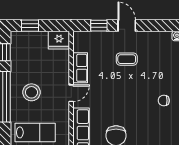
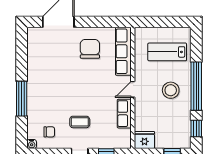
chair: (164, 101) -> (49, 132), moved

